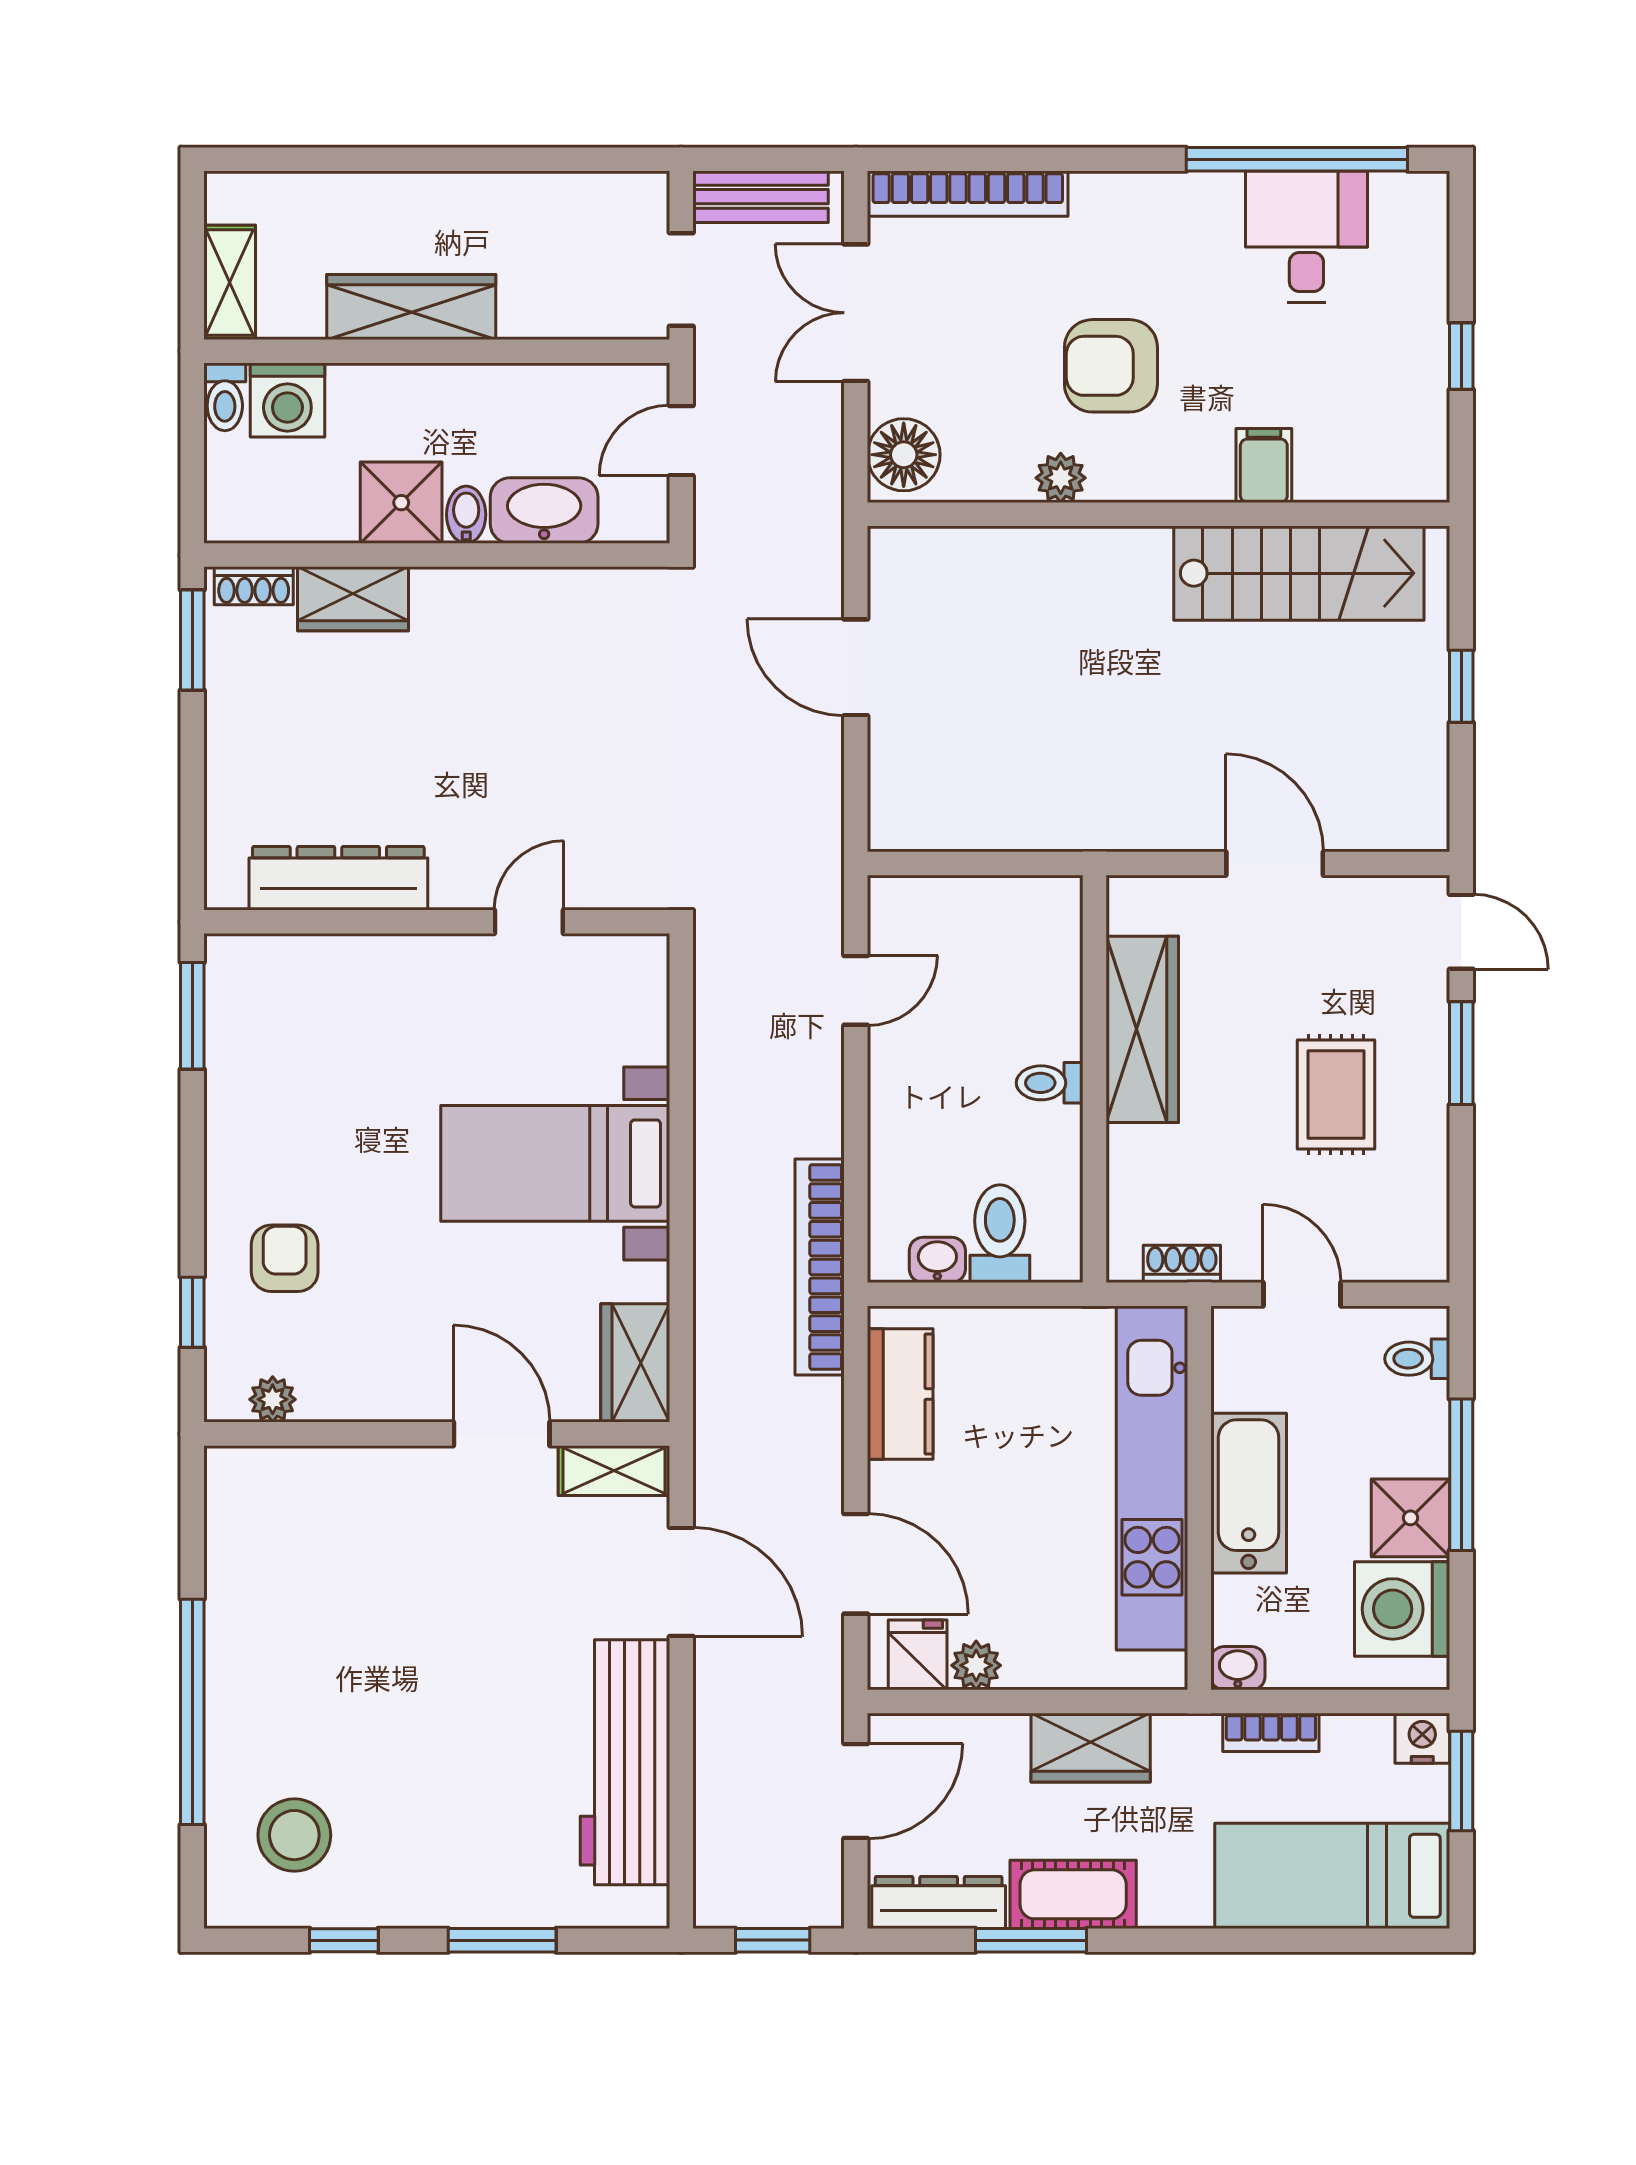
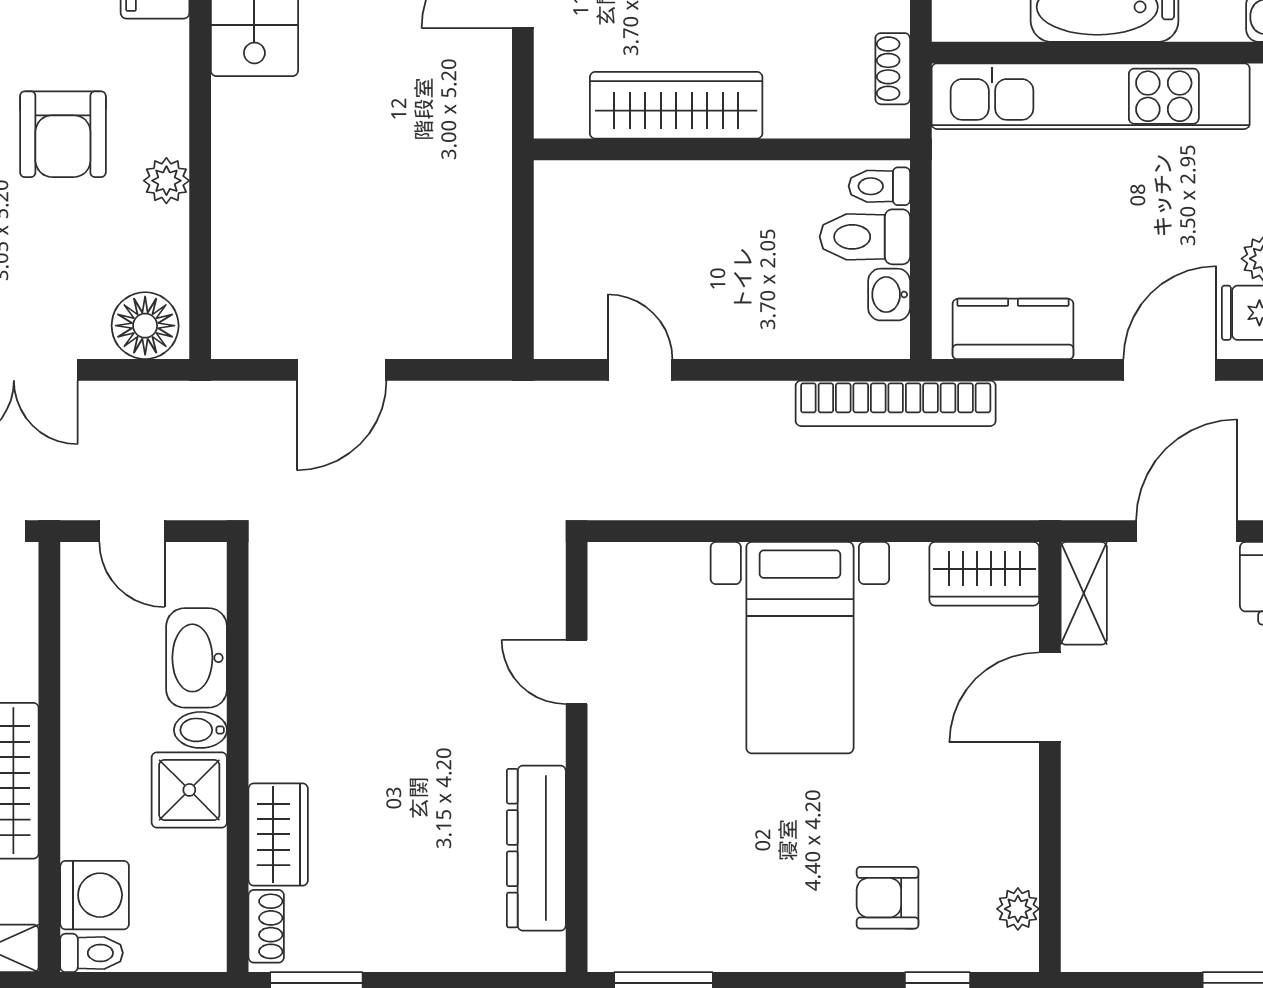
toilet: (1050, 1083) -> (879, 186), moved, turned 90

